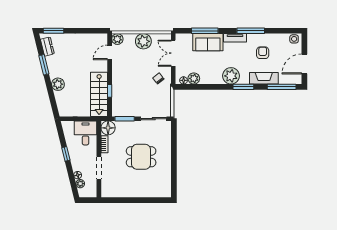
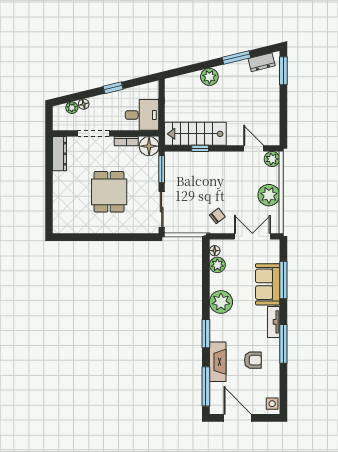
plant: (231, 76) -> (221, 302), moved
dresser: (114, 193) -> (60, 154), added

